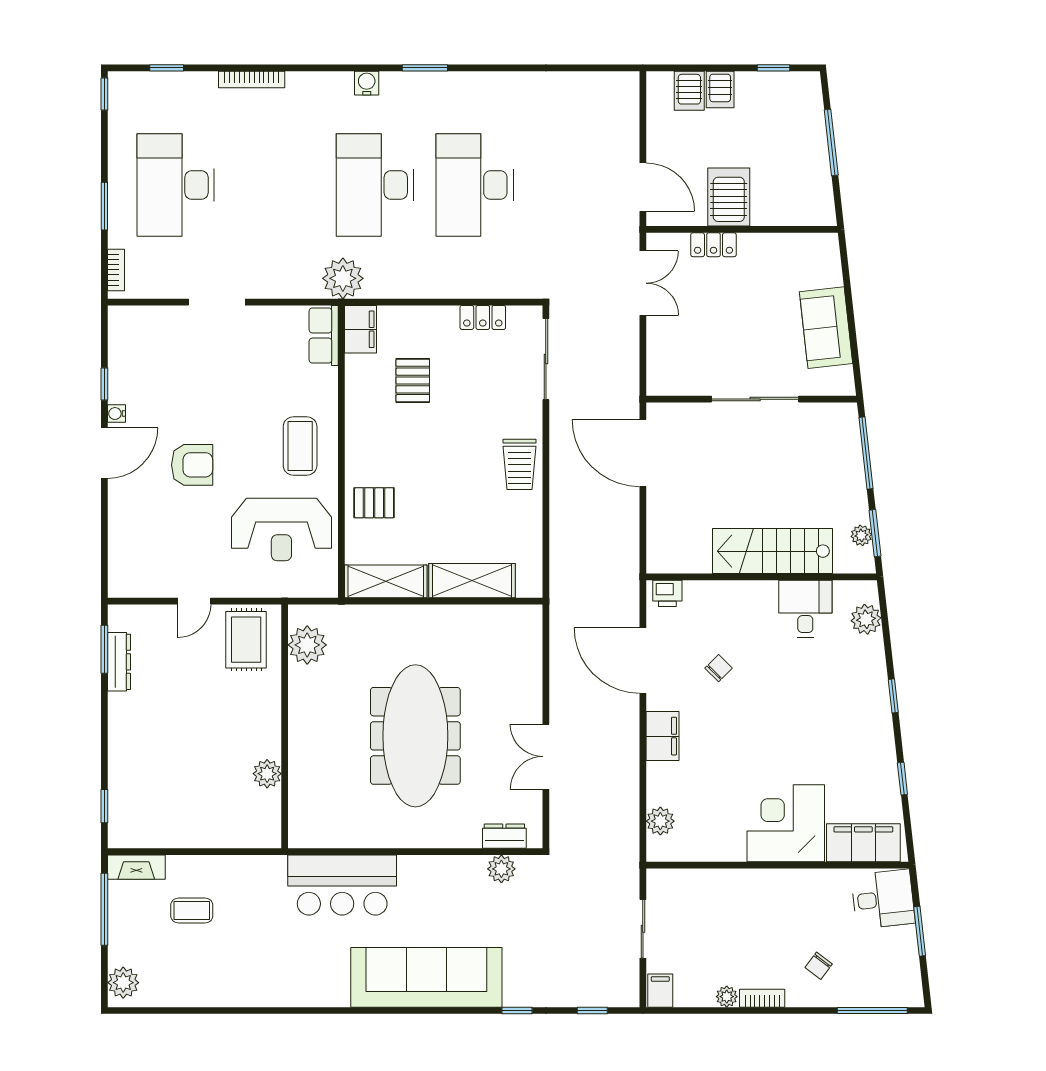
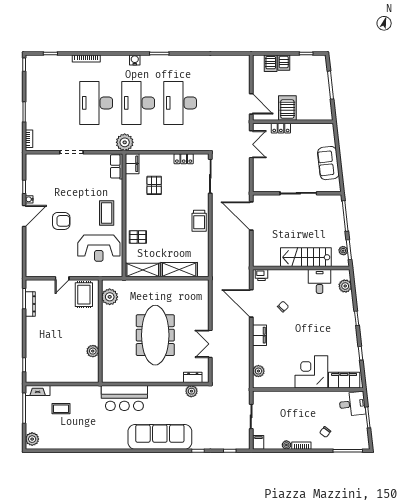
desk: (176, 185) -> (96, 103), moved

